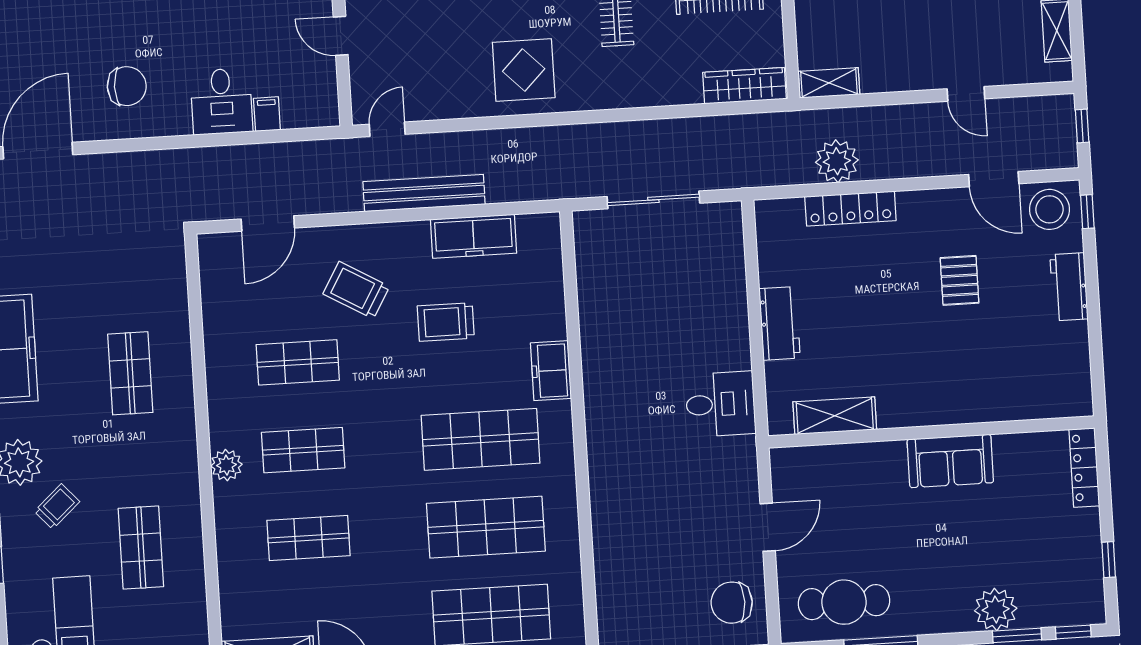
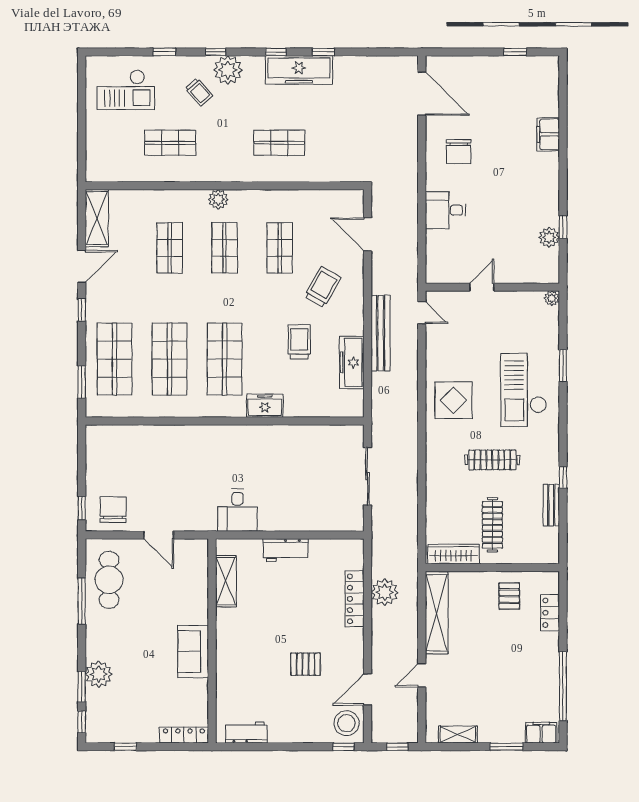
shelving: (829, 83) -> (437, 613), width x2.20, depth x1.33
wardrobe: (744, 86) -> (453, 554), moved, turned -90
filing cabinet: (267, 114) -> (436, 238), removed
workbench: (1069, 287) -> (246, 732), moved

